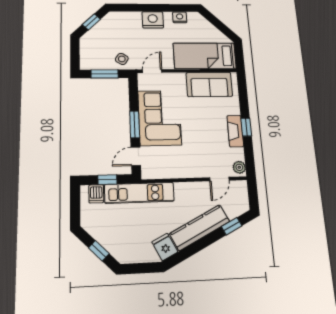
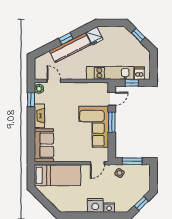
nightstand: (180, 17) -> (109, 208), moved
sofa: (209, 84) -> (44, 145), moved, turned 90
window: (246, 127) -> (31, 100), moved
door: (219, 179) -> (54, 81), hinge flipped
window: (232, 226) -> (66, 39), moved

